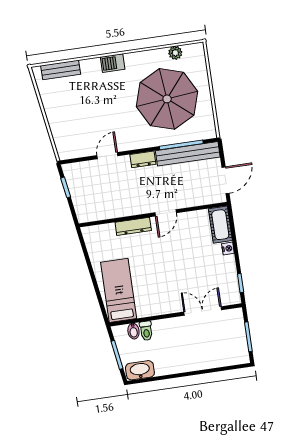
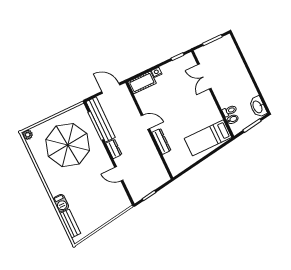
plant: (175, 53) -> (28, 135), moved
barbecue: (113, 63) -> (61, 203), moved

